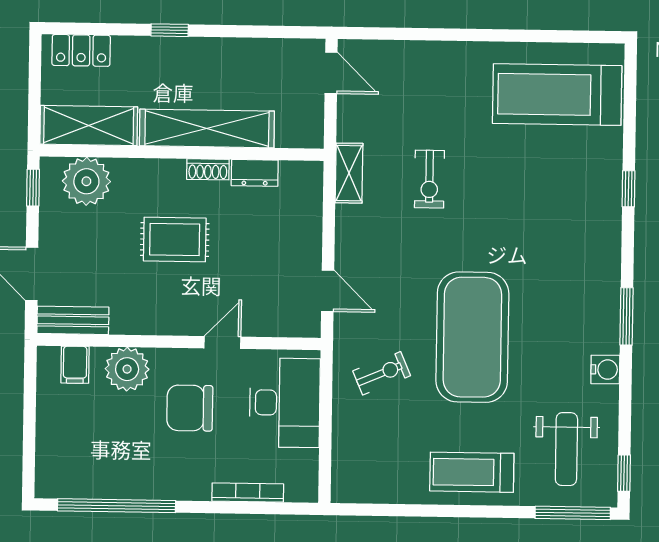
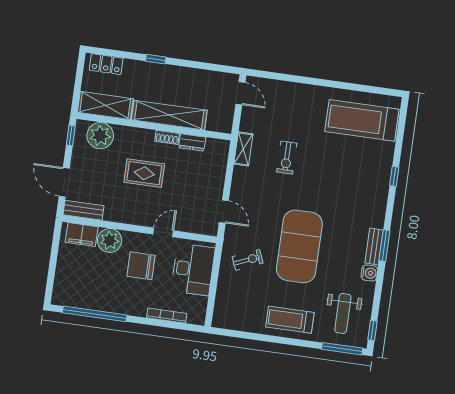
bench: (608, 320) -> (374, 246), added
filing cabinet: (75, 365) -> (82, 234), width x2.00

